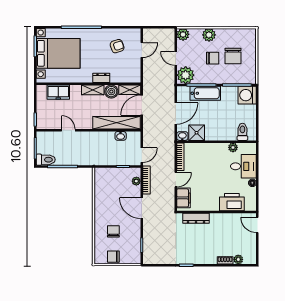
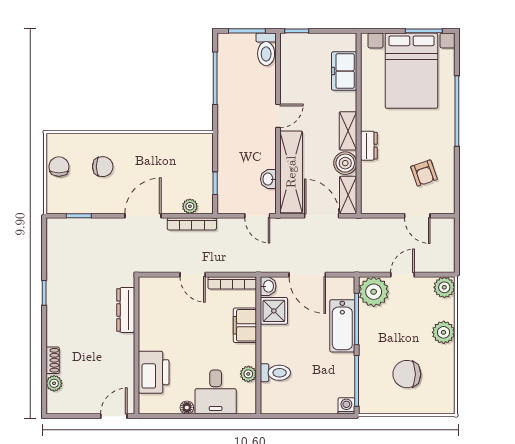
chair: (213, 58) -> (403, 339), removed
washing machine: (247, 95) -> (346, 406), width x0.53, depth x0.53
door: (68, 130) -> (278, 116), moved
toilet: (242, 132) -> (275, 373), moved
door: (142, 155) -> (257, 216), moved
toilet: (46, 160) -> (266, 49), moved
filing cabinet: (183, 198) -> (245, 325), moved, turned 90

